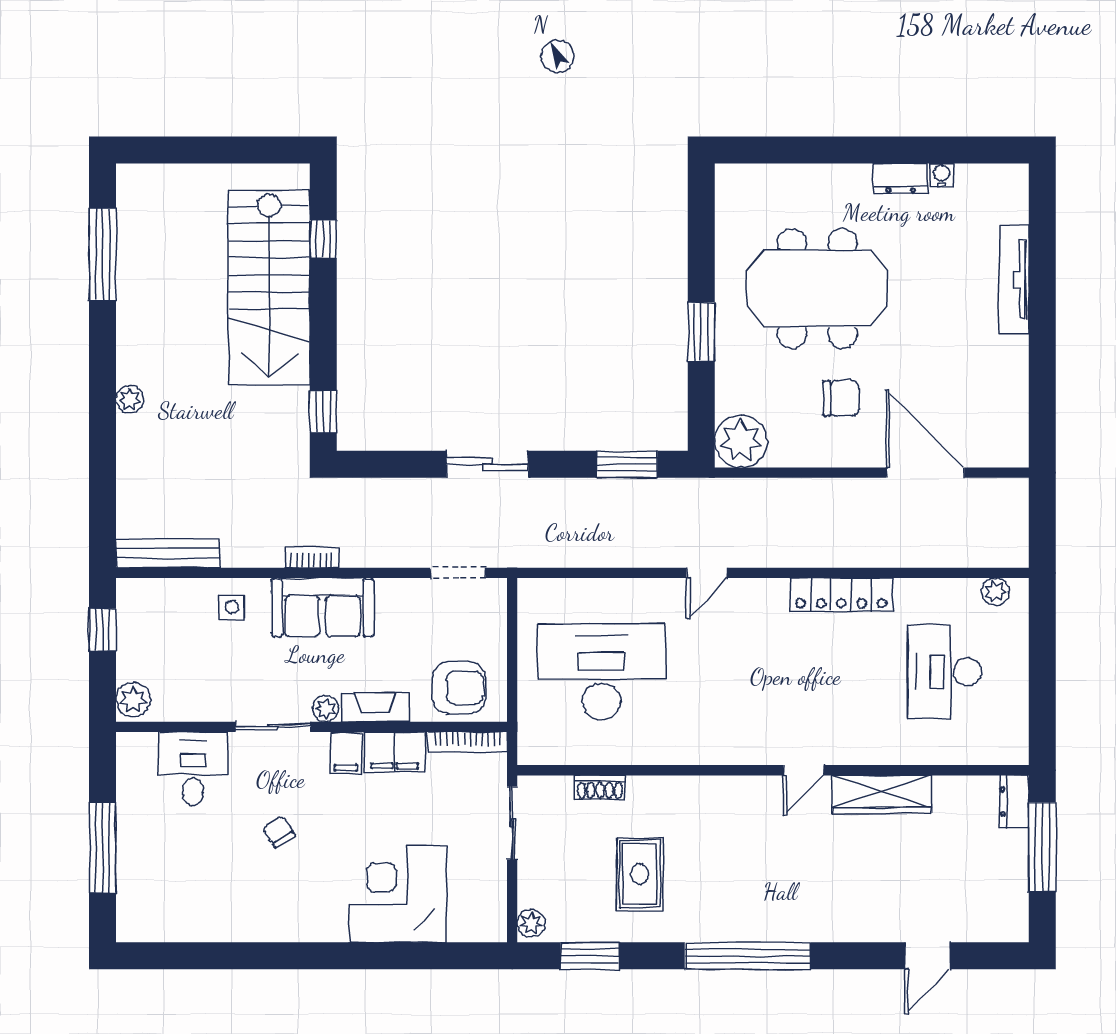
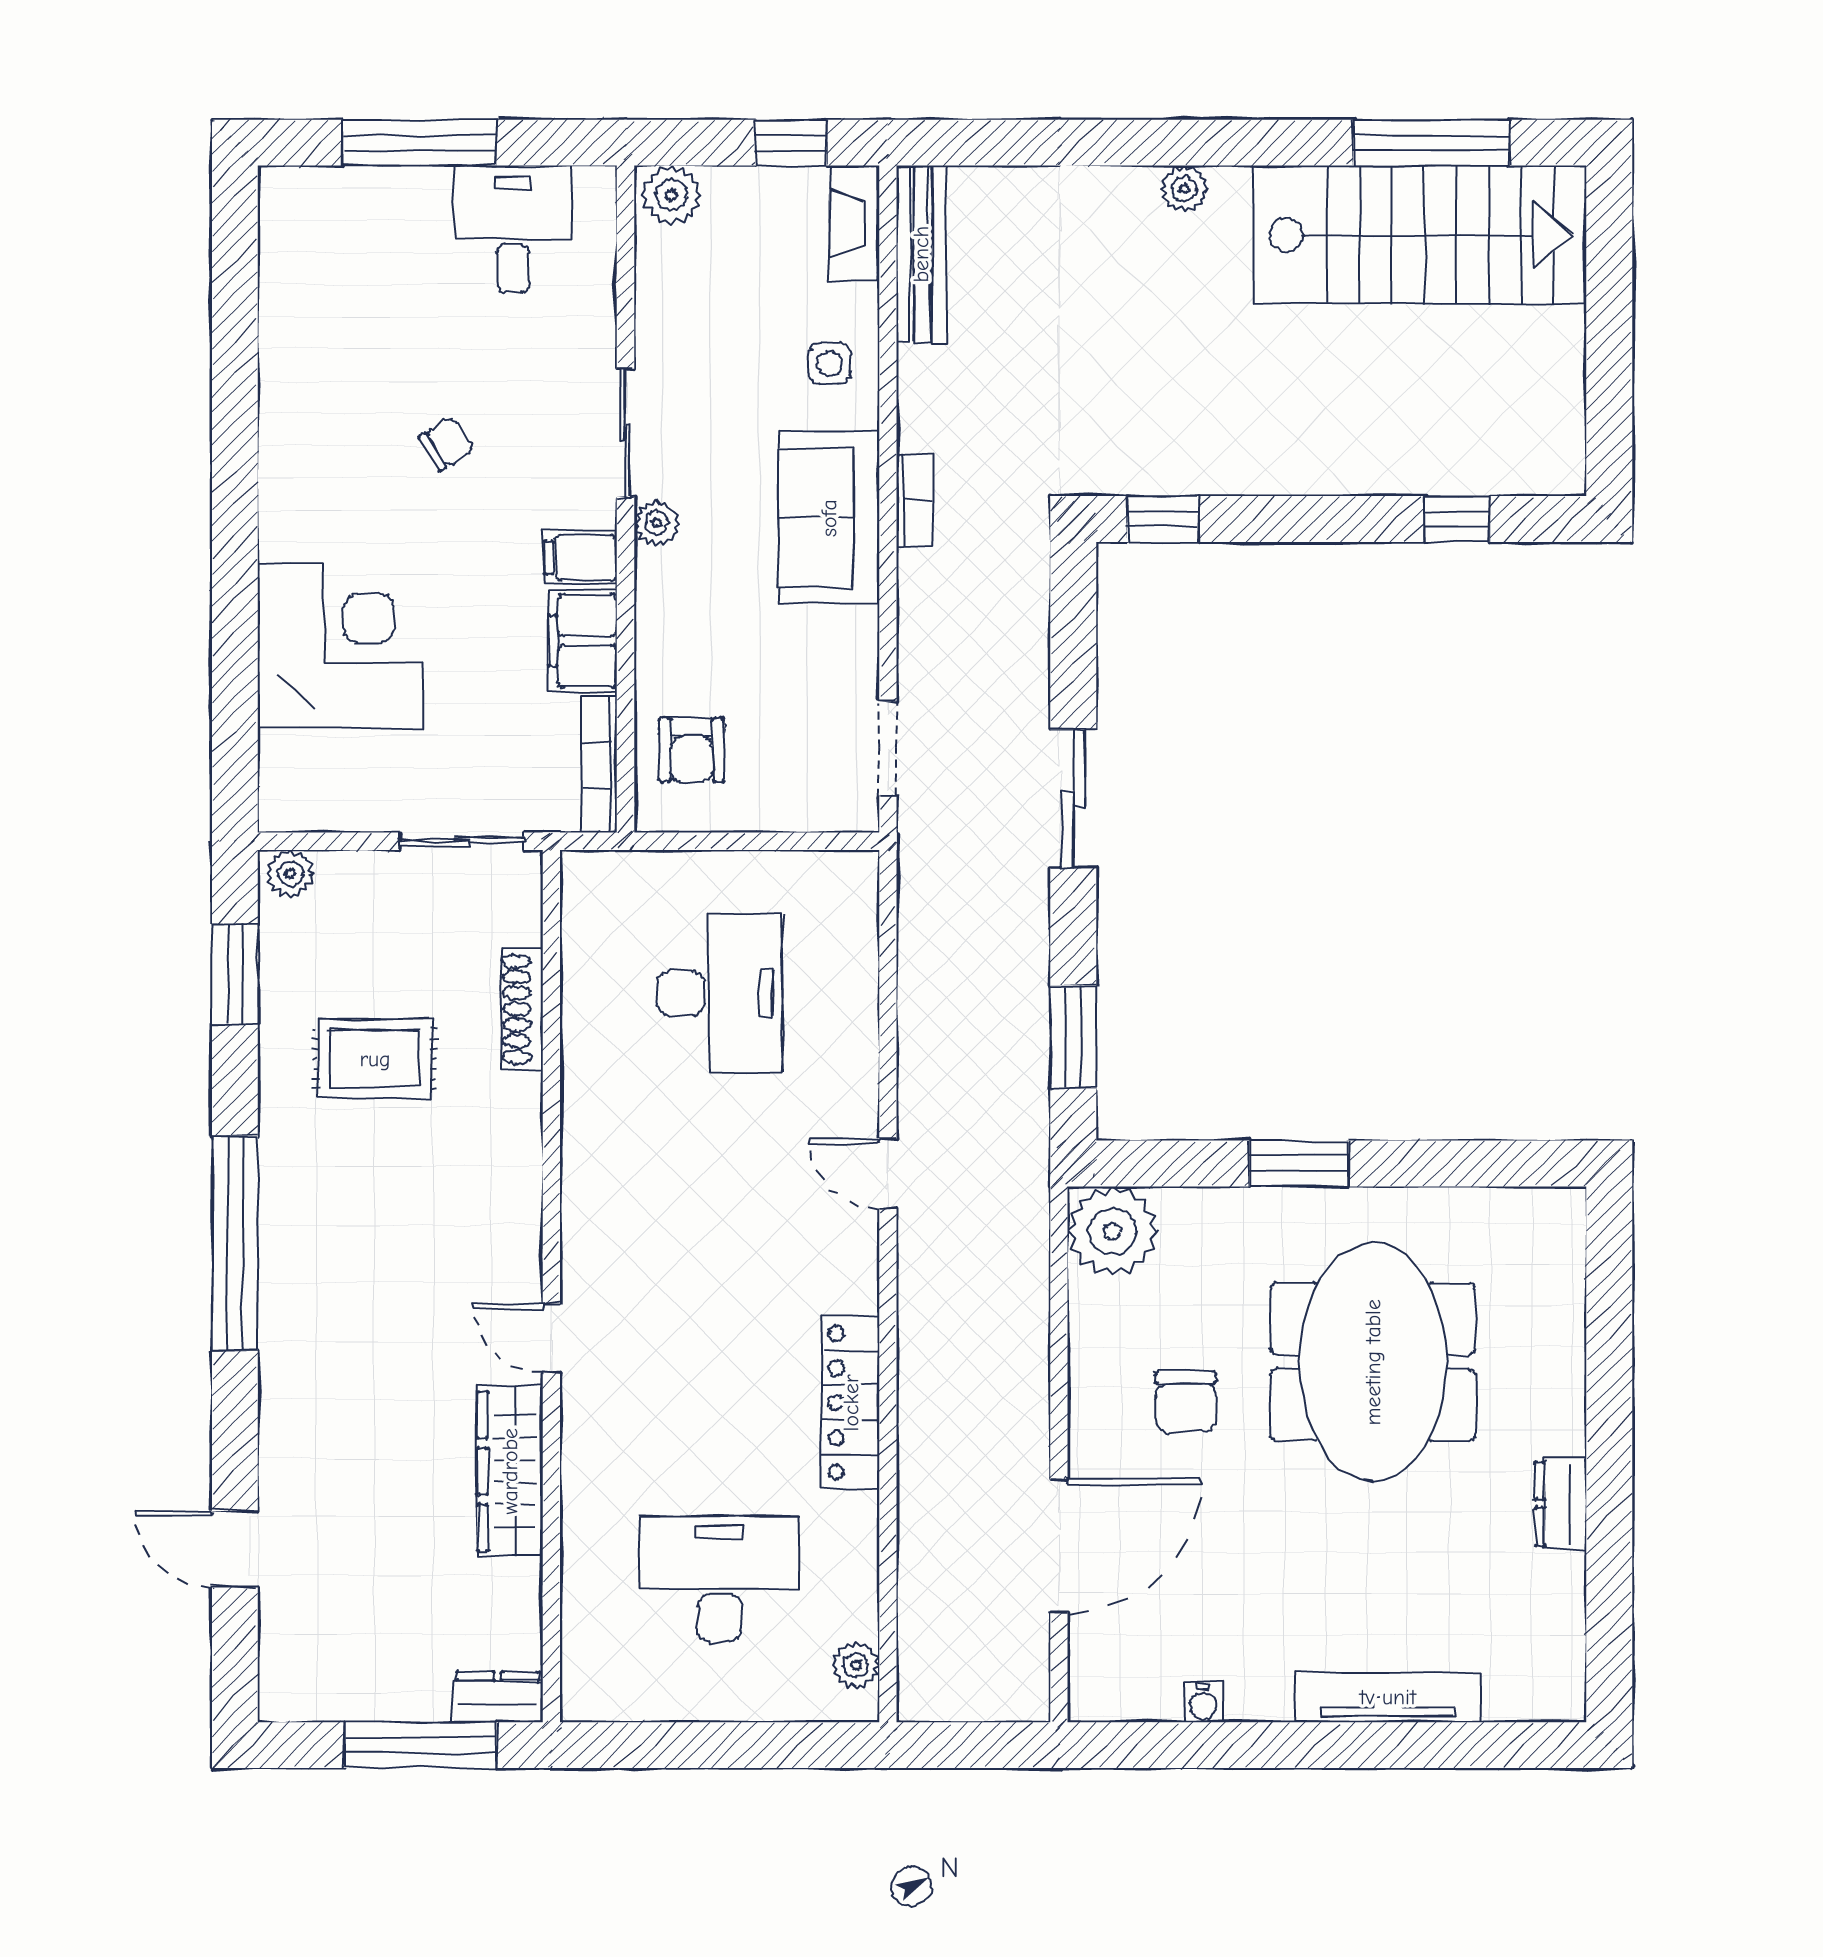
water cooler: (942, 175) -> (1203, 1703), moved, turned 90
stairs: (269, 287) -> (1420, 235), moved, turned 180
desk: (601, 672) -> (720, 993), width x0.73, depth x0.77
armchair: (459, 688) -> (692, 750), width x0.72, depth x0.72
fireplace: (375, 707) -> (854, 224), moved, turned 180
desk: (193, 769) -> (513, 229), moved, turned -90
shoe rack: (600, 787) -> (522, 1009), width x1.43

